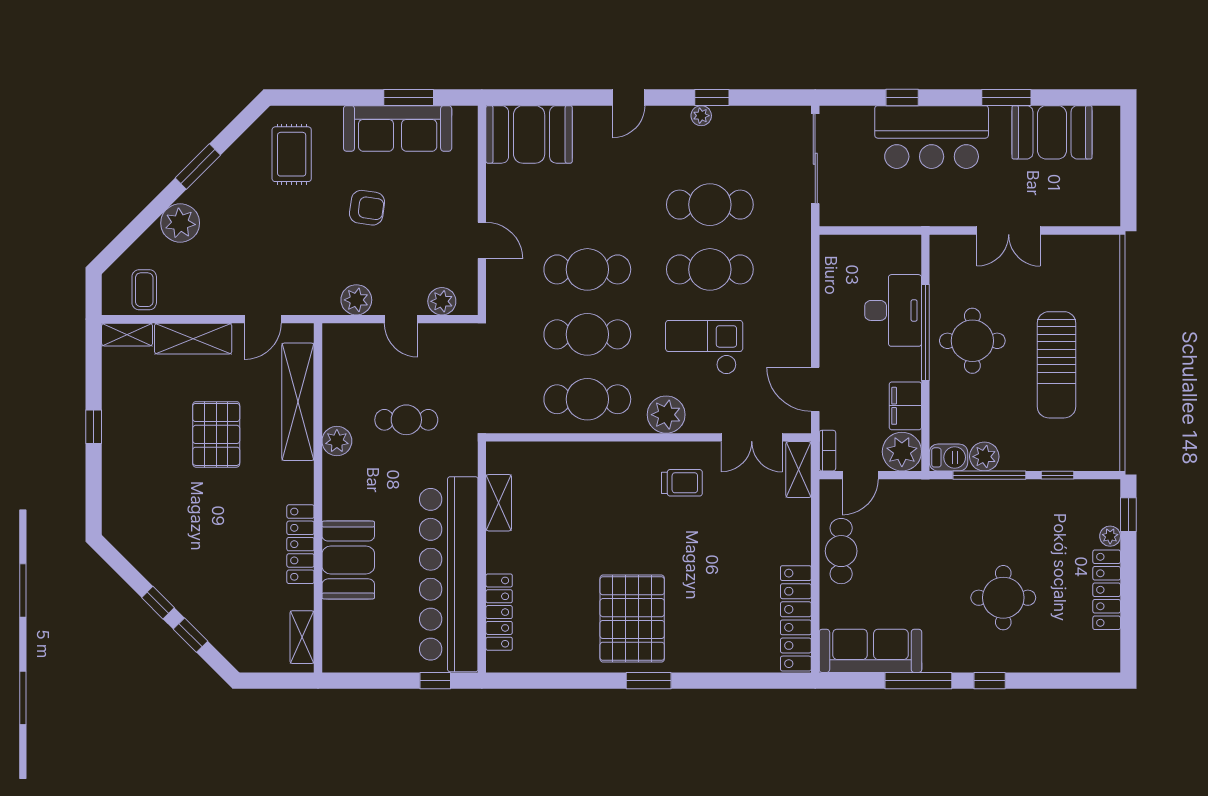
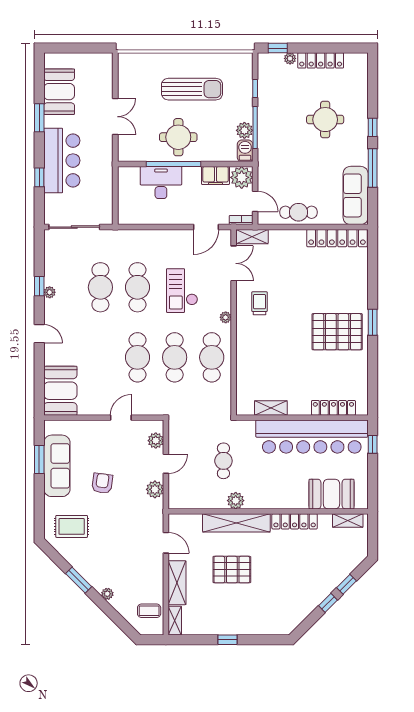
plant: (180, 223) -> (107, 594), width x0.53, depth x0.53
shelving: (298, 402) -> (236, 523), moved
plant: (666, 415) -> (226, 317), width x0.53, depth x0.53
booth: (348, 560) -> (332, 494), moved

